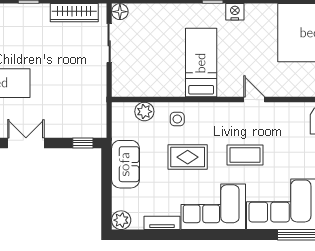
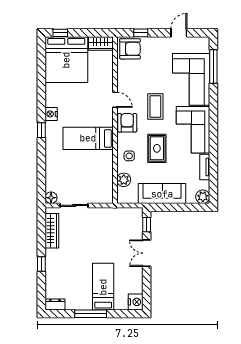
door: (254, 100) -> (115, 100), swing flipped
armchair: (223, 116) -> (127, 123), added
double door: (26, 143) -> (147, 253), moved
sofa: (125, 164) -> (162, 194), width x1.36

